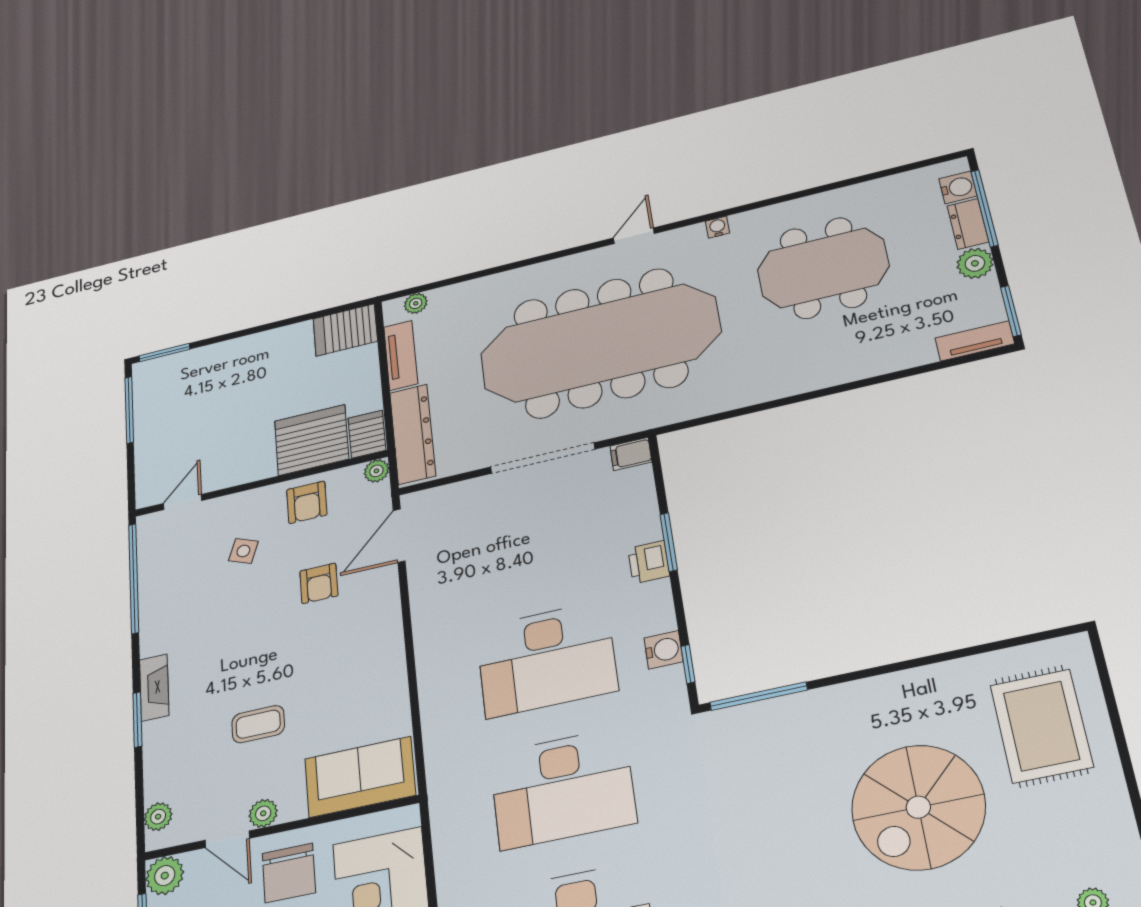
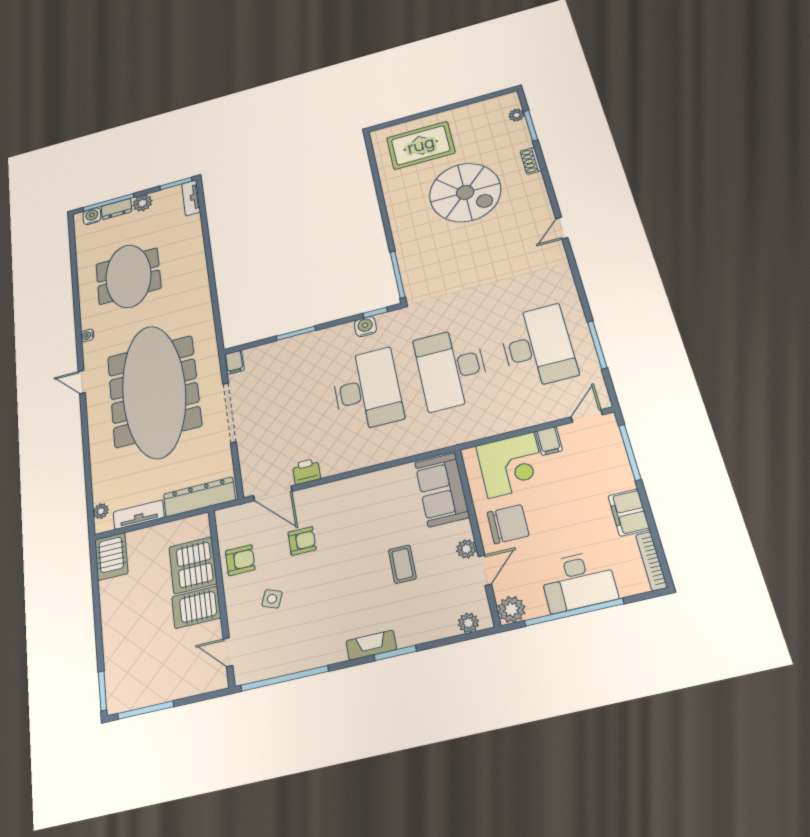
server rack: (367, 434) -> (196, 607), moved, width x1.36, depth x1.44
plant: (376, 471) -> (223, 516), removed
printer: (649, 562) -> (306, 471), moved, turned 180
desk: (562, 788) -> (452, 368), turned 180

